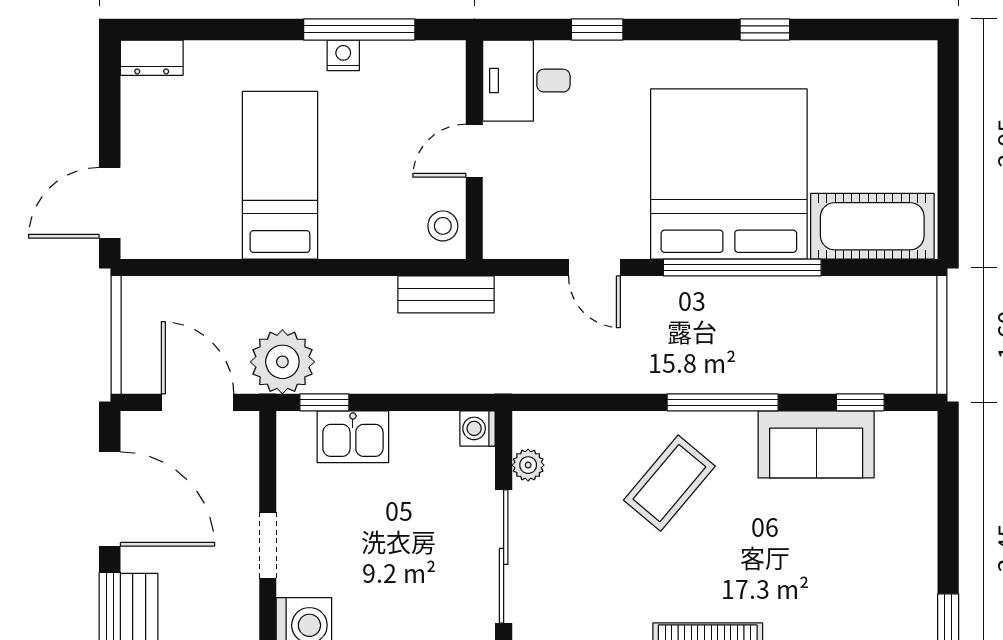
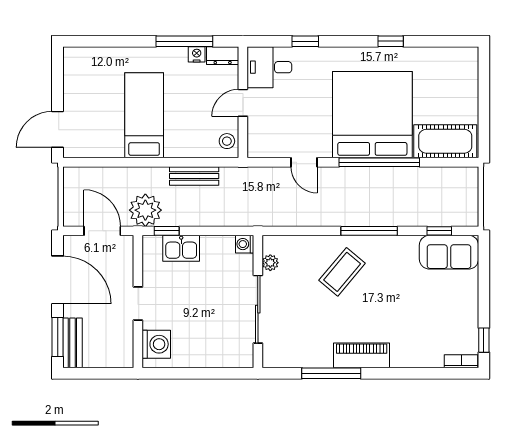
nightstand: (343, 55) -> (197, 54), moved
dresser: (152, 58) -> (223, 56), moved
bench: (446, 294) -> (194, 176), moved
sofa: (816, 444) -> (449, 252), moved

